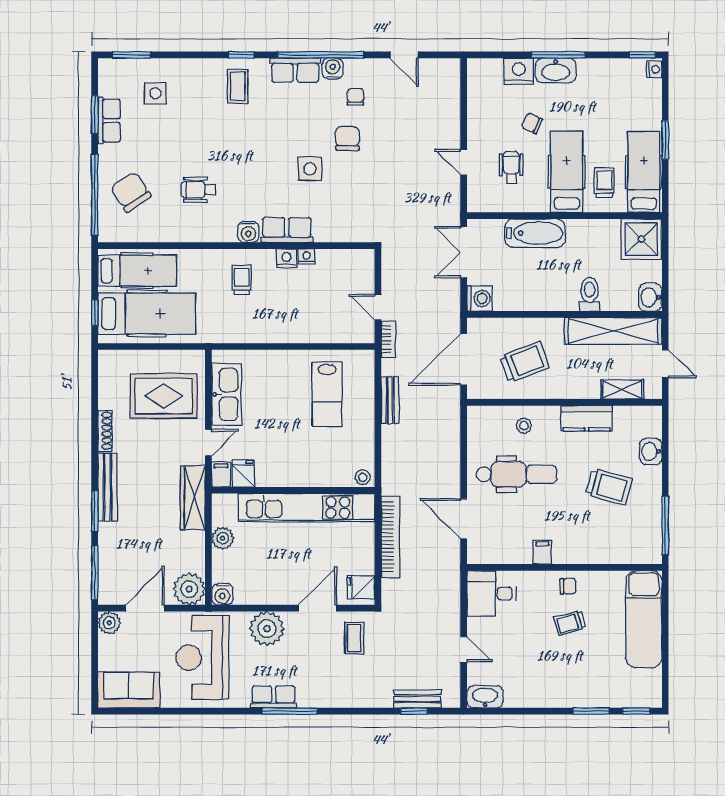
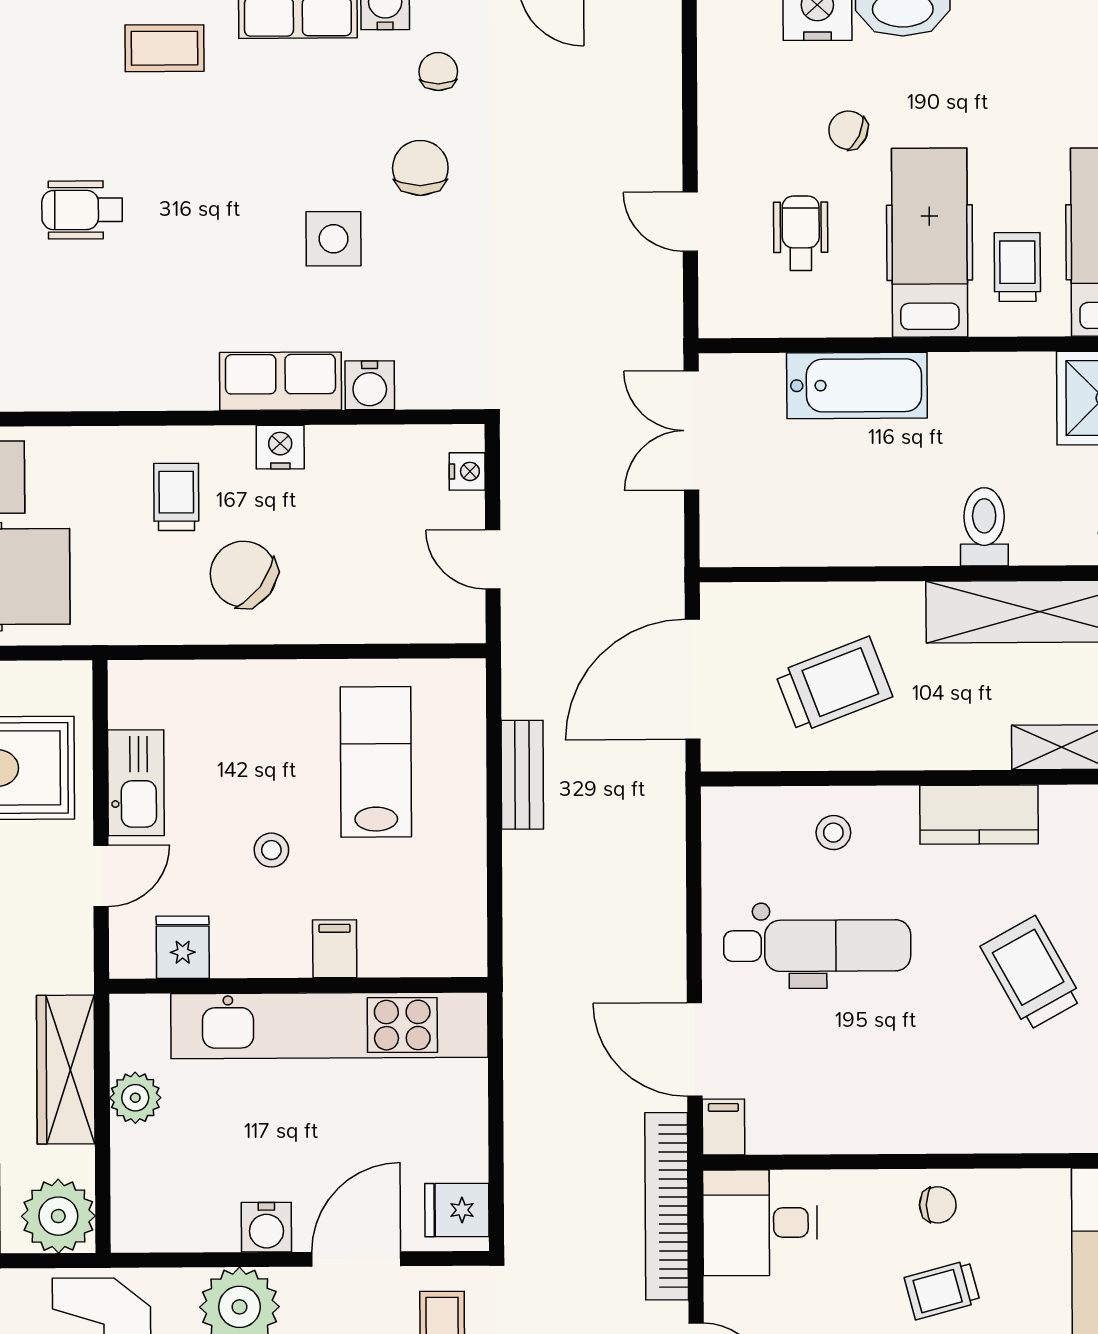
coffee table: (238, 86) -> (165, 48), turned 90
wheelchair: (198, 190) -> (82, 210), moved
water cooler: (248, 232) -> (370, 385), moved
nightstand: (307, 257) -> (467, 471), moved, turned 90
washing machine: (479, 299) -> (729, 538), removed
chair: (270, 313) -> (243, 574), added
bookcase: (388, 339) -> (518, 633), removed
kitchen sink: (227, 394) -> (136, 783), width x0.73, depth x0.81
lab bench: (327, 394) -> (376, 762), turned 180
filing cabinet: (221, 475) -> (335, 949), moved
stool: (363, 477) -> (271, 850), moved
trolley: (609, 487) -> (1032, 973), turned -134
wardrobe: (193, 498) -> (66, 1070), moved
bookcase: (390, 537) -> (667, 1206), moved, turned 180
filing cabinet: (542, 552) -> (723, 1127), moved
water cooler: (222, 594) -> (266, 1227), moved

